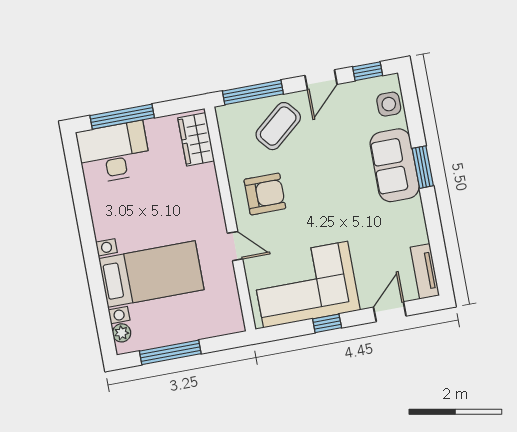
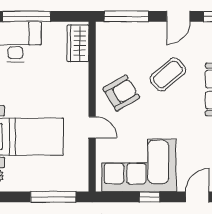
coffee table: (278, 126) -> (168, 74), moved
armchair: (265, 194) -> (121, 93), turned -31
window: (170, 352) -> (53, 197), moved

